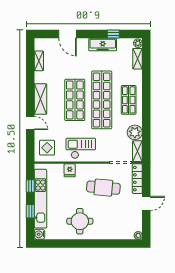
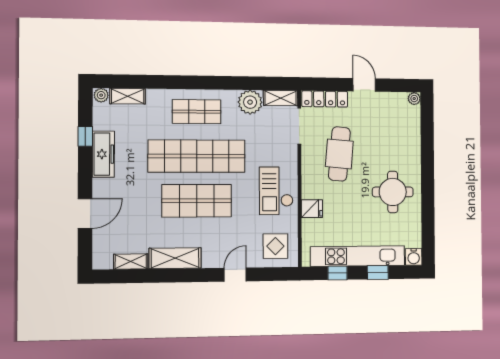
shelving: (40, 99) -> (175, 258), moved

